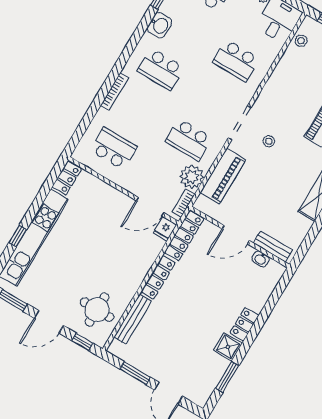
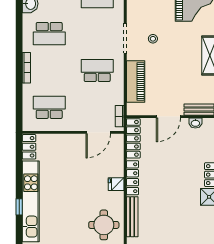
school desk: (189, 140) -> (97, 70), turned 180
plant: (192, 177) -> (114, 95), removed
fridge: (165, 229) -> (116, 184), moved, turned 90

